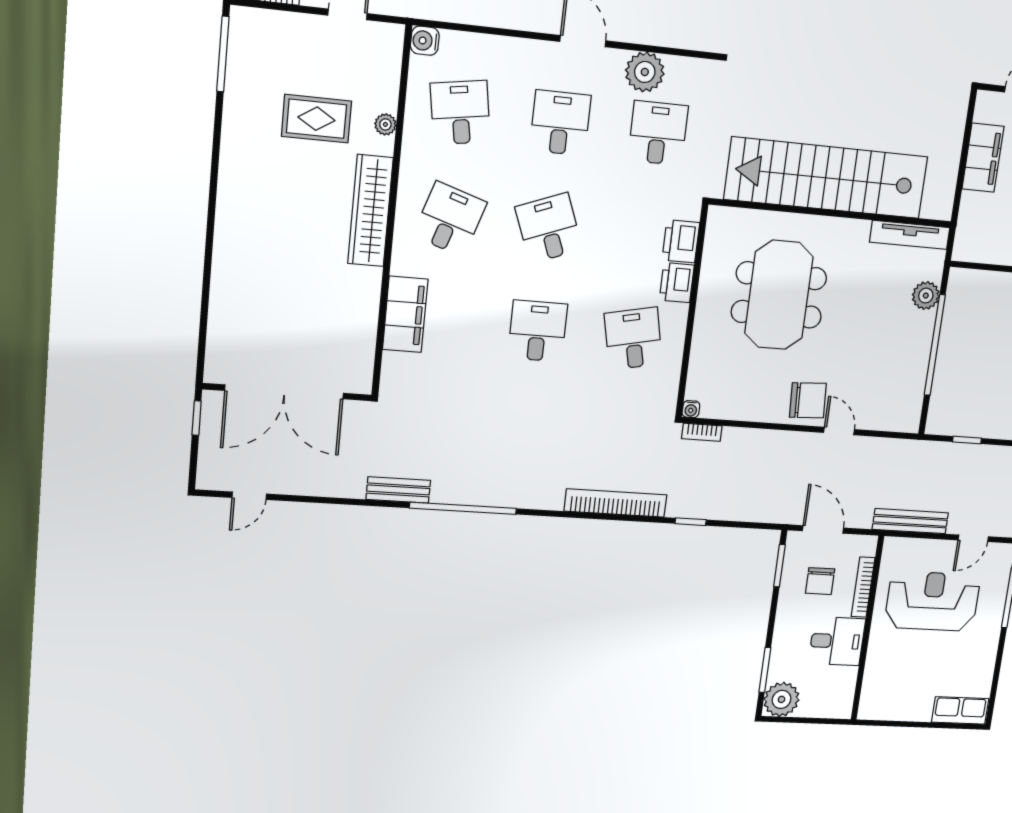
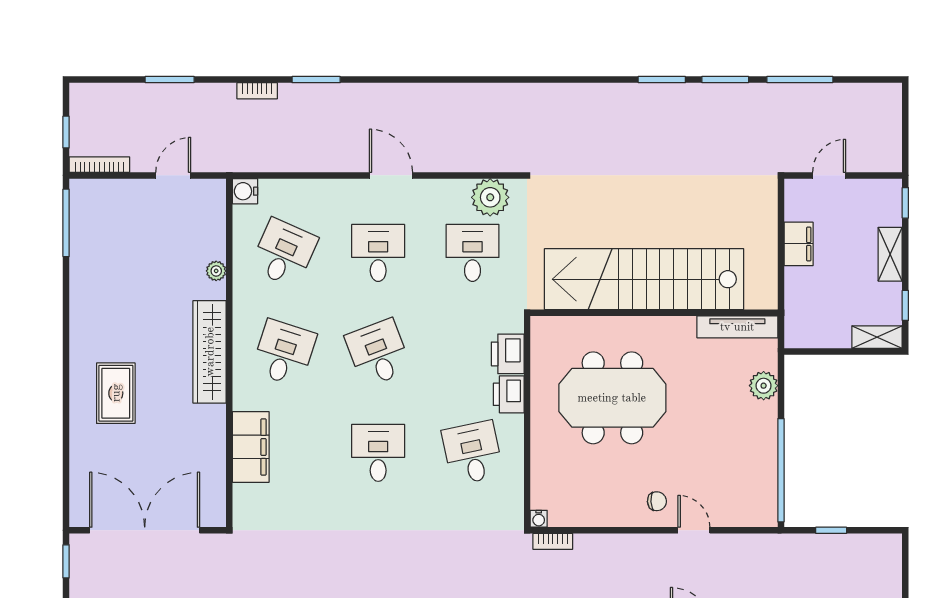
plant: (645, 72) -> (490, 197), moved
desk: (460, 113) -> (284, 253), turned 33
rug: (316, 119) -> (116, 393), moved, turned 90
filing cabinet: (983, 158) -> (799, 244), width x0.67, depth x0.86
meeting table: (779, 295) -> (612, 398), turned 90
window: (935, 345) -> (781, 470), moved
double door: (284, 392) -> (145, 530), swing flipped
chair: (808, 400) -> (657, 501), width x0.54, depth x0.54

